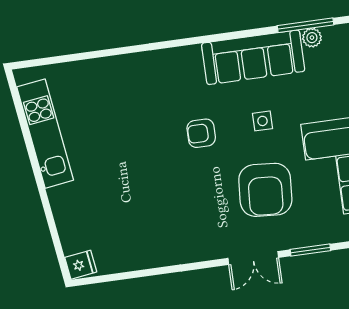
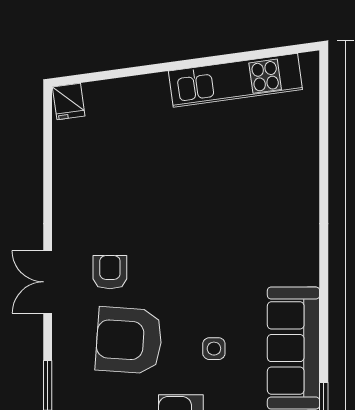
armchair: (201, 133) -> (110, 272), moved
double door: (253, 258) -> (48, 282), moved

